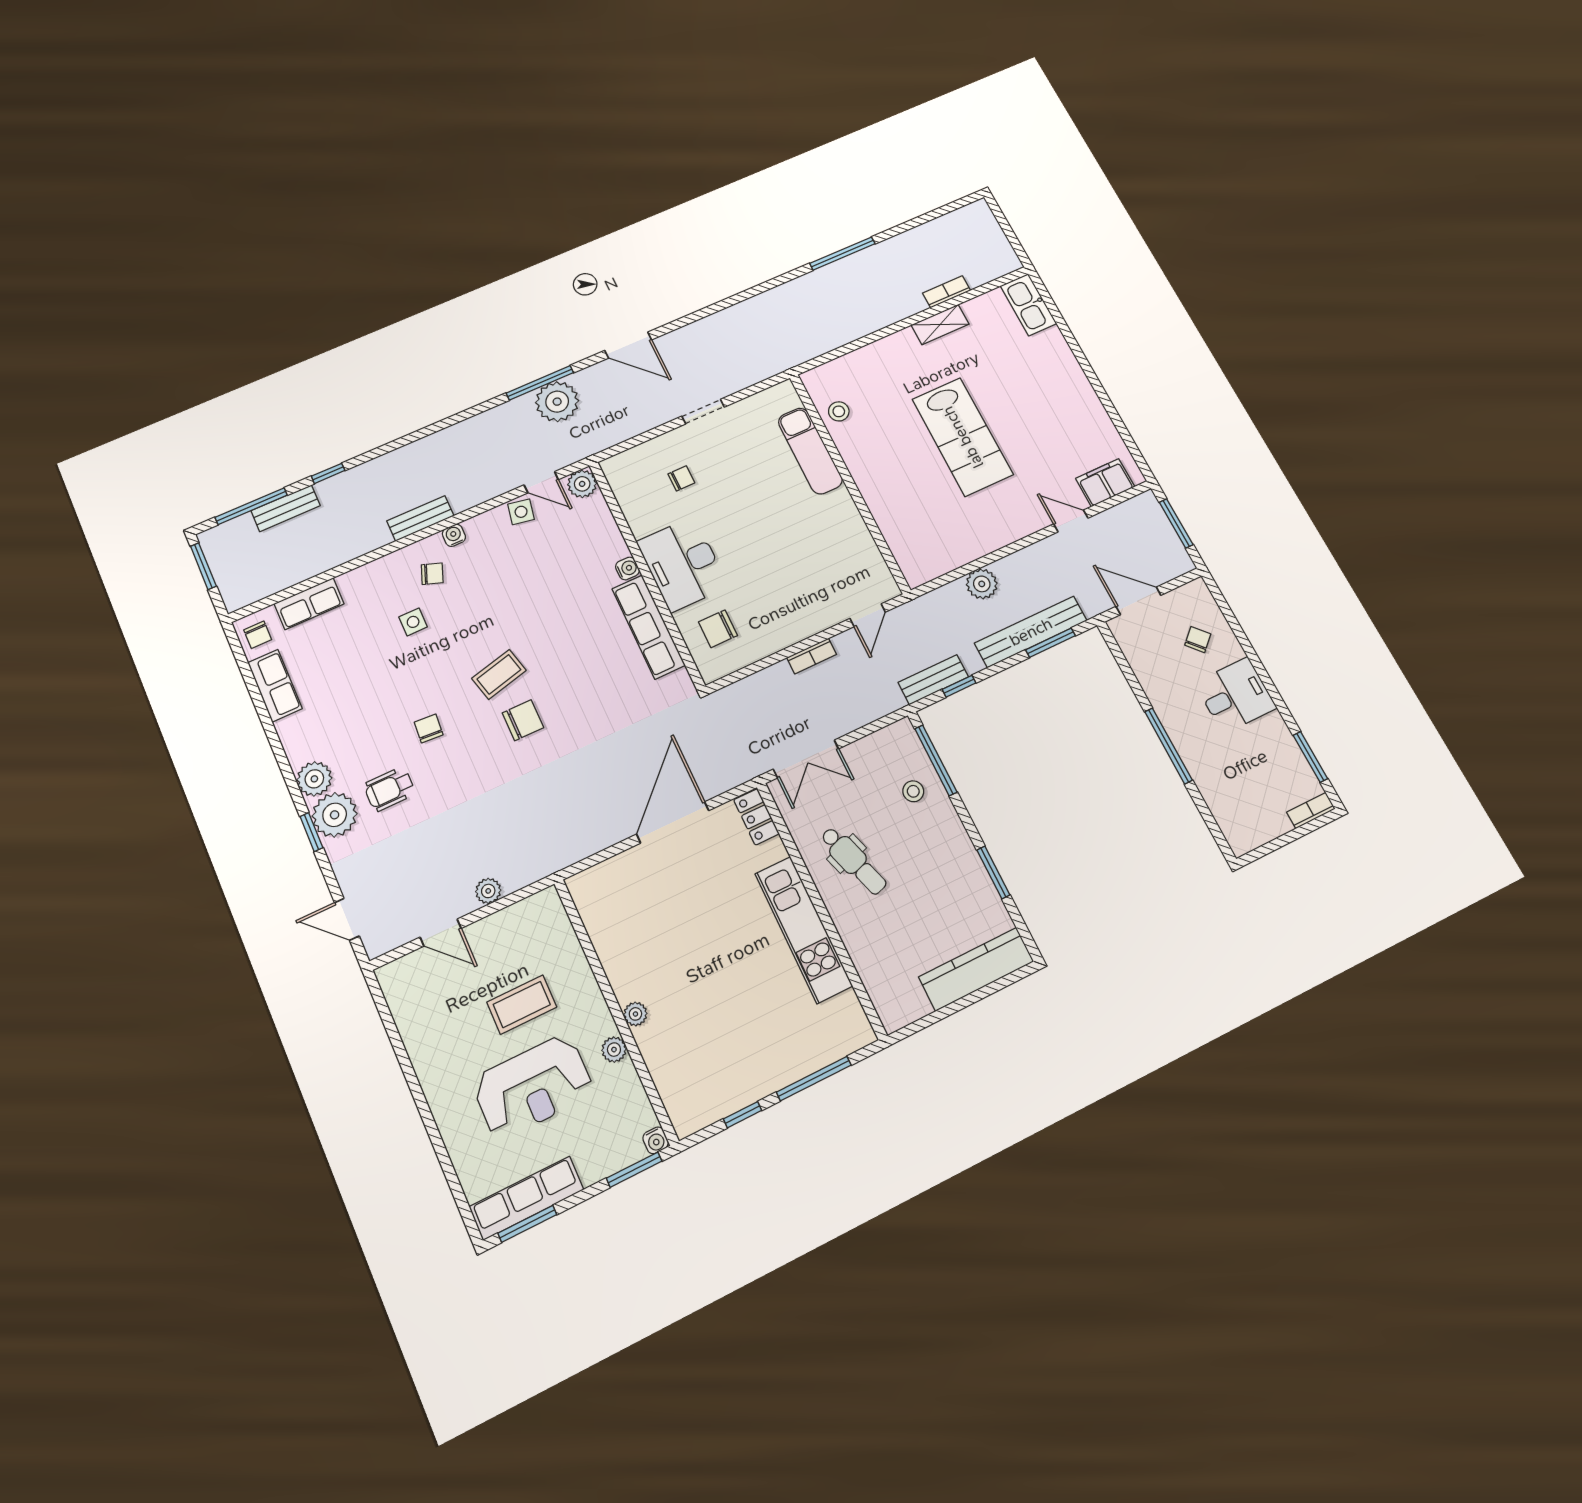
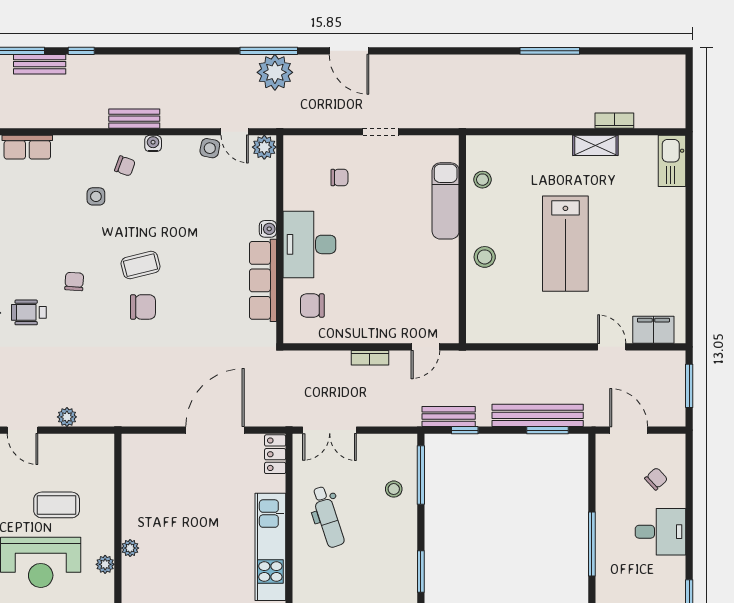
stool: (883, 490) -> (485, 257), added
plant: (982, 584) -> (521, 363), removed

